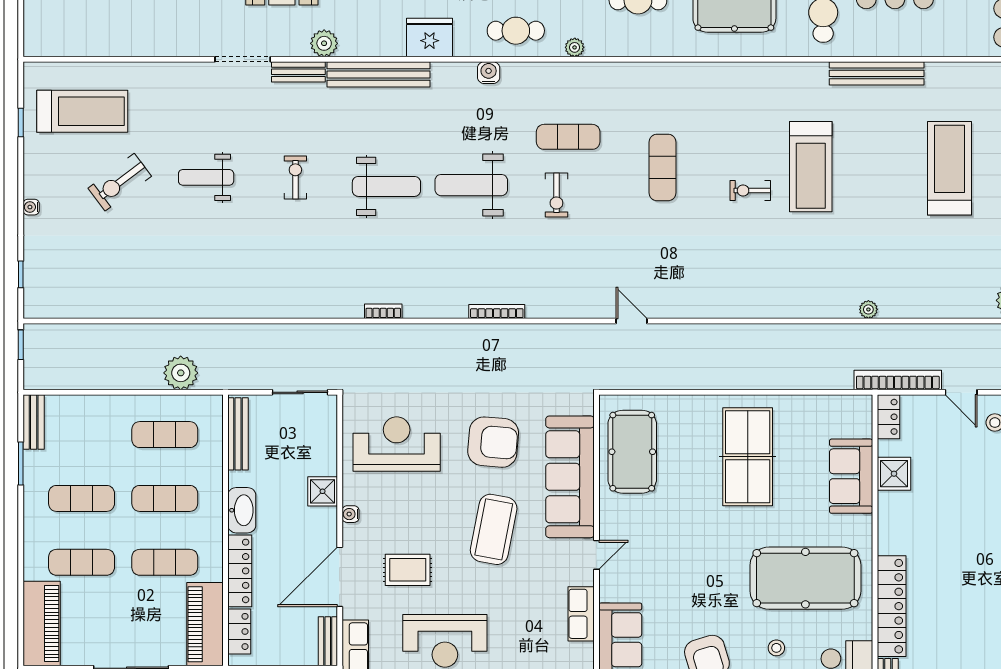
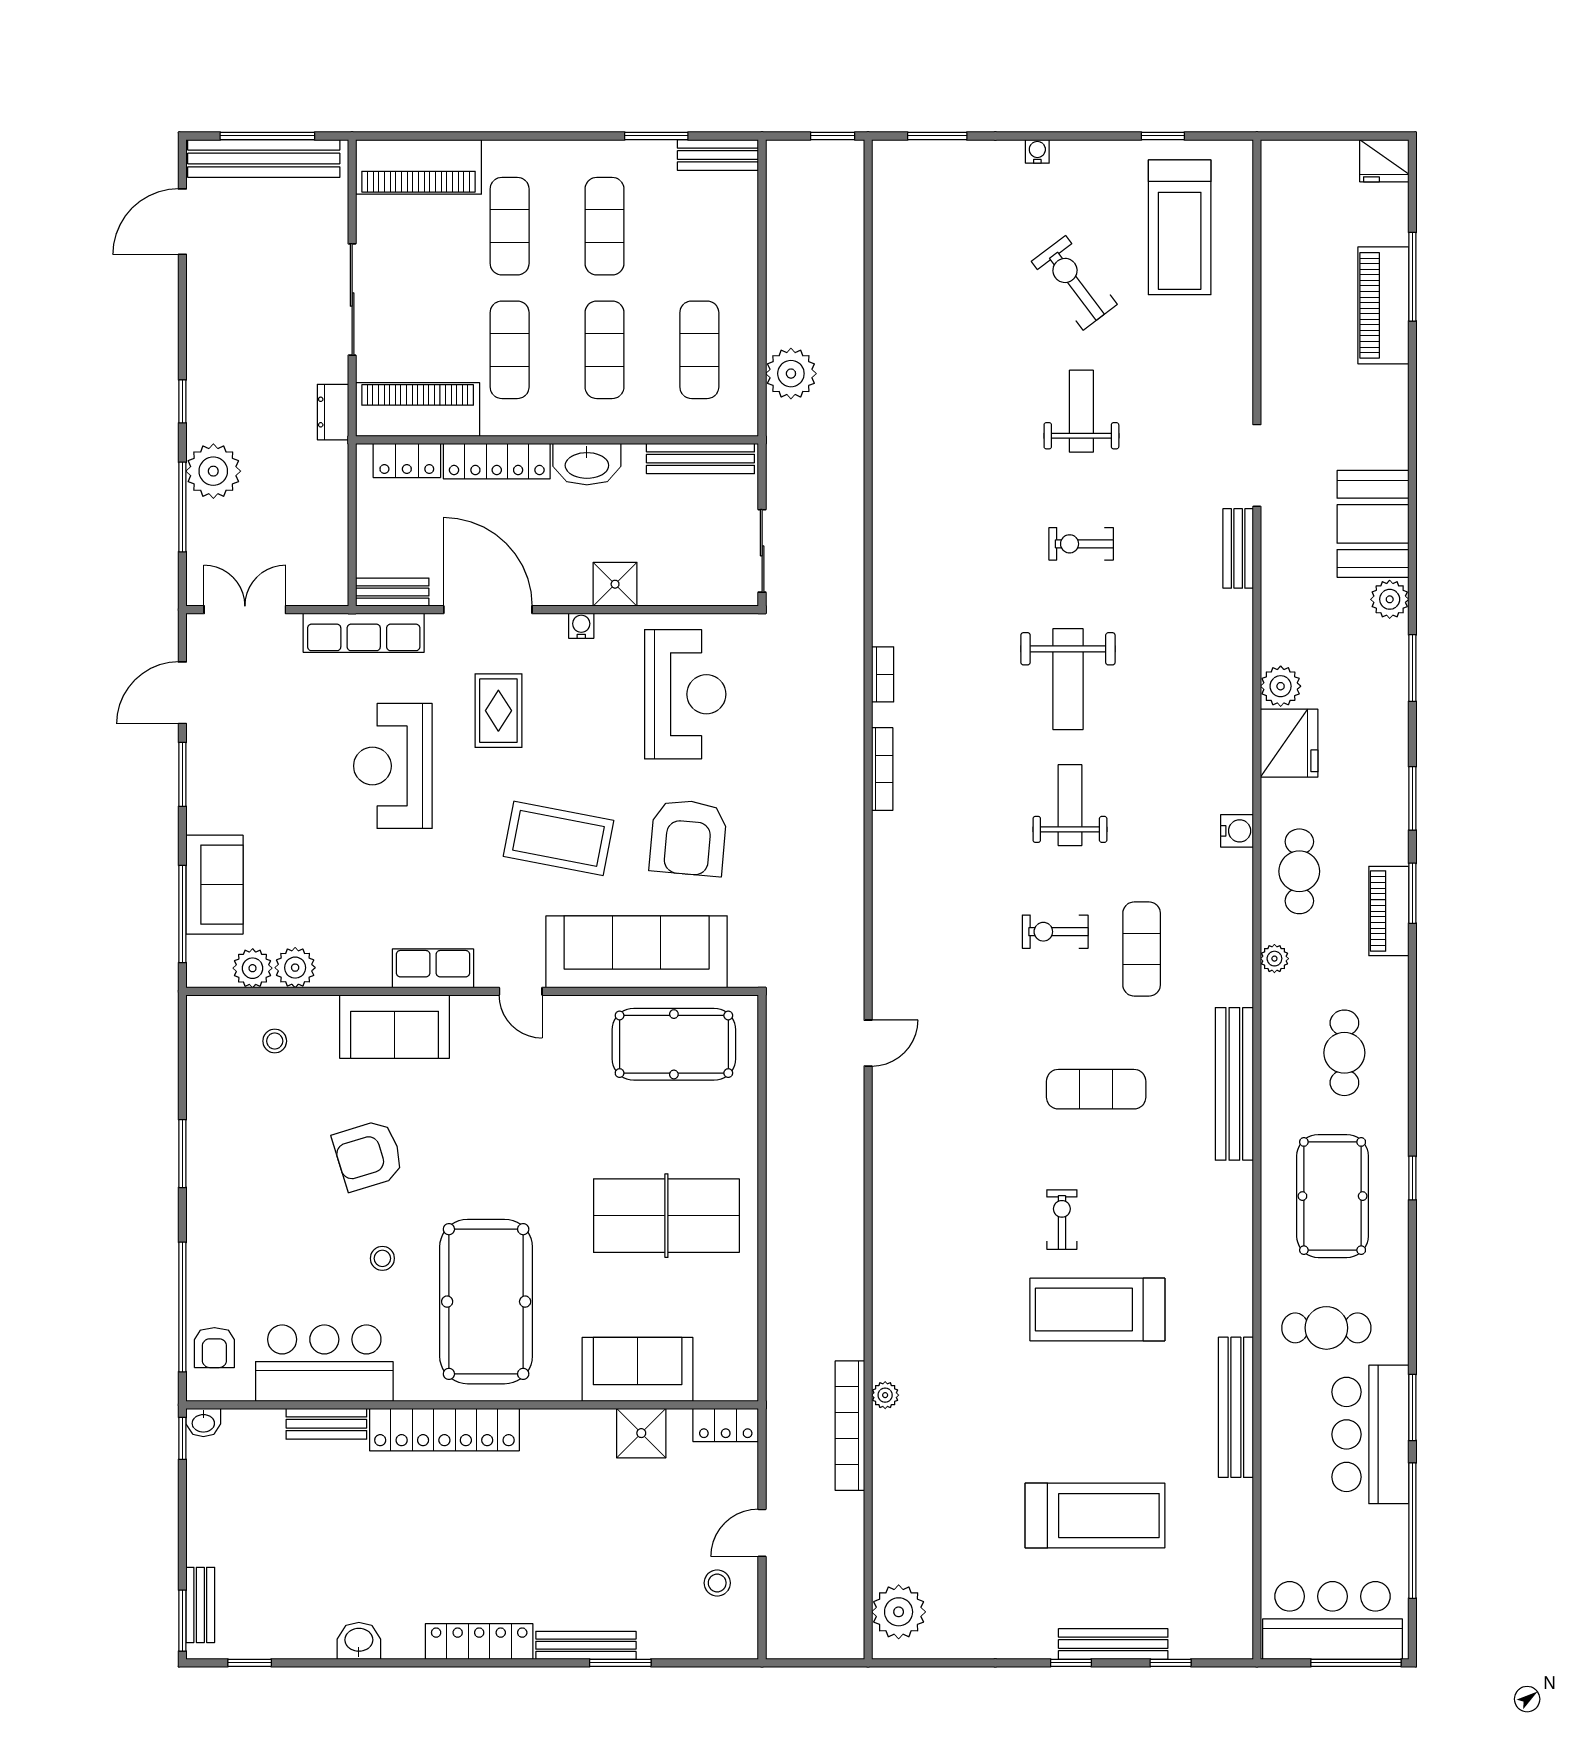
plant: (324, 43) -> (1281, 686), moved
bench: (378, 74) -> (1234, 1084), moved
exercise bike: (295, 178) -> (1081, 544), turned 180
weight bench: (471, 185) -> (1070, 805), width x0.73, depth x0.75
window: (21, 274) -> (937, 136), width x1.50
bookcase: (497, 311) -> (882, 769), moved
bookcase: (898, 380) -> (850, 1426), moved, turned 180

